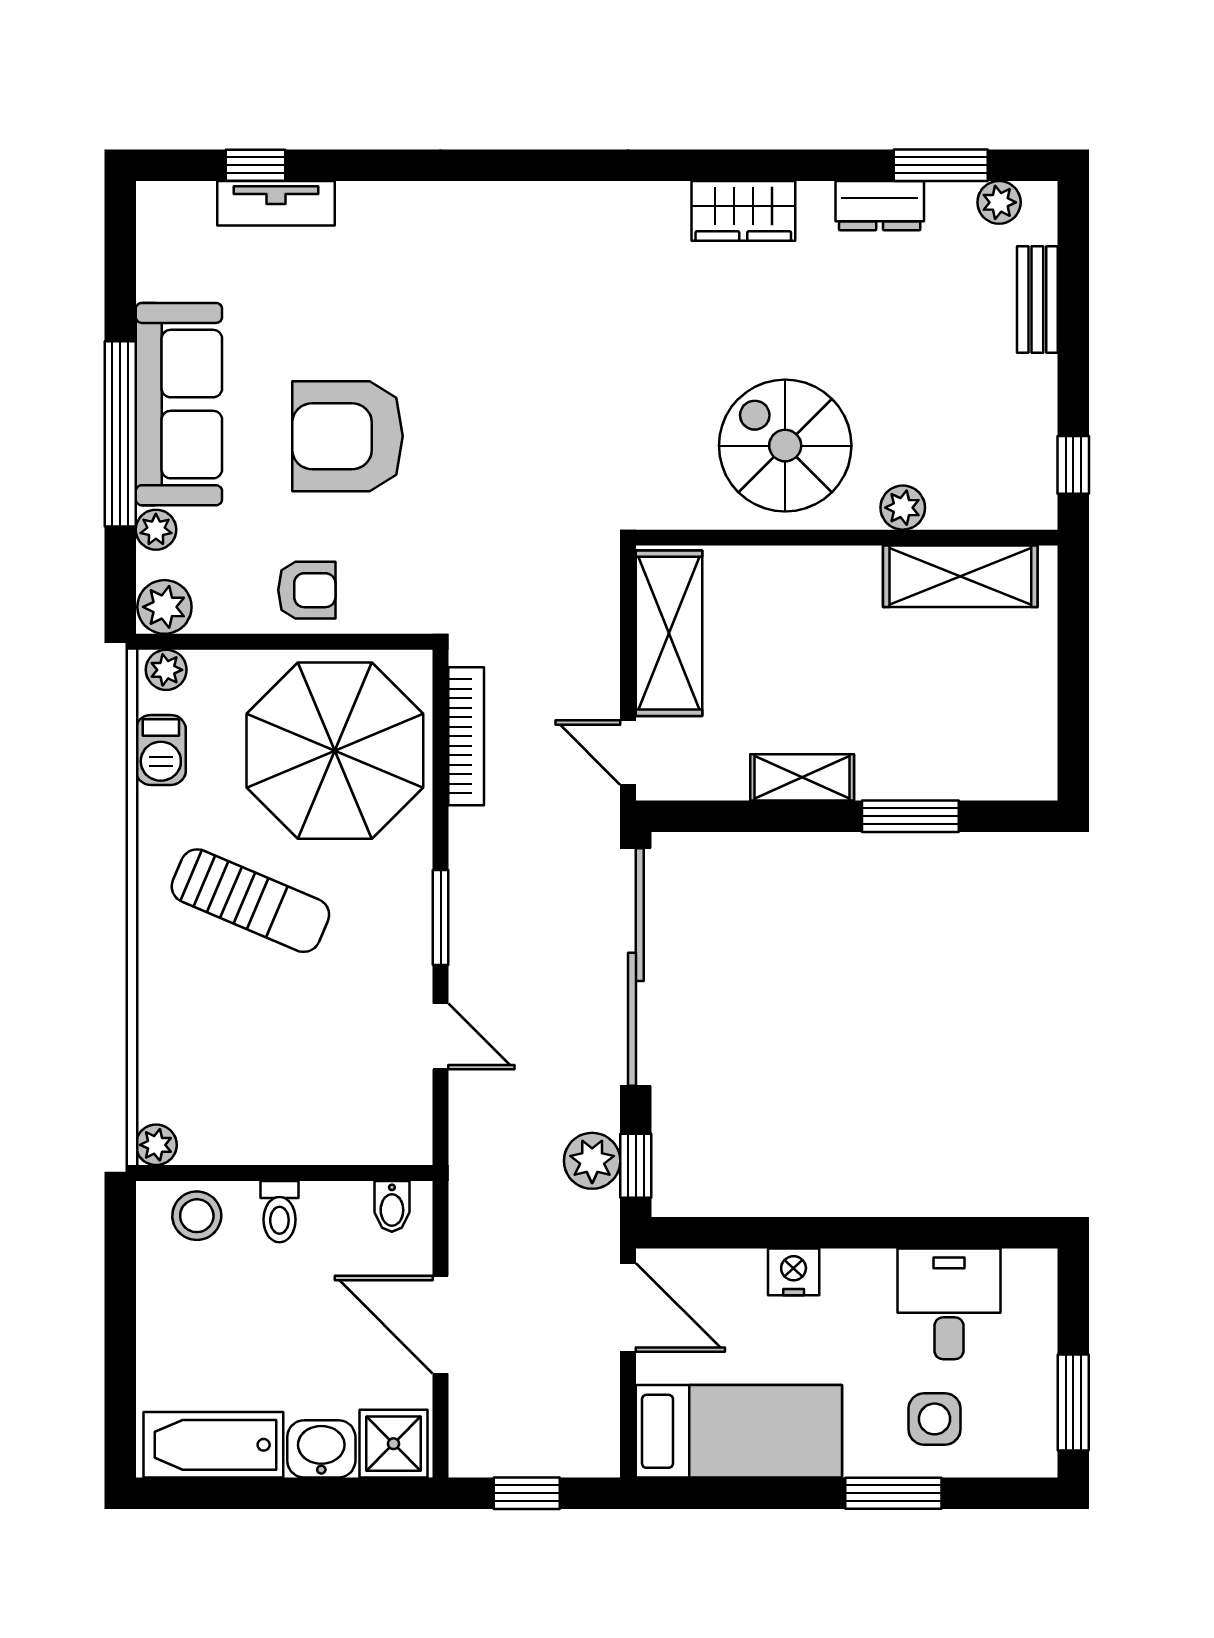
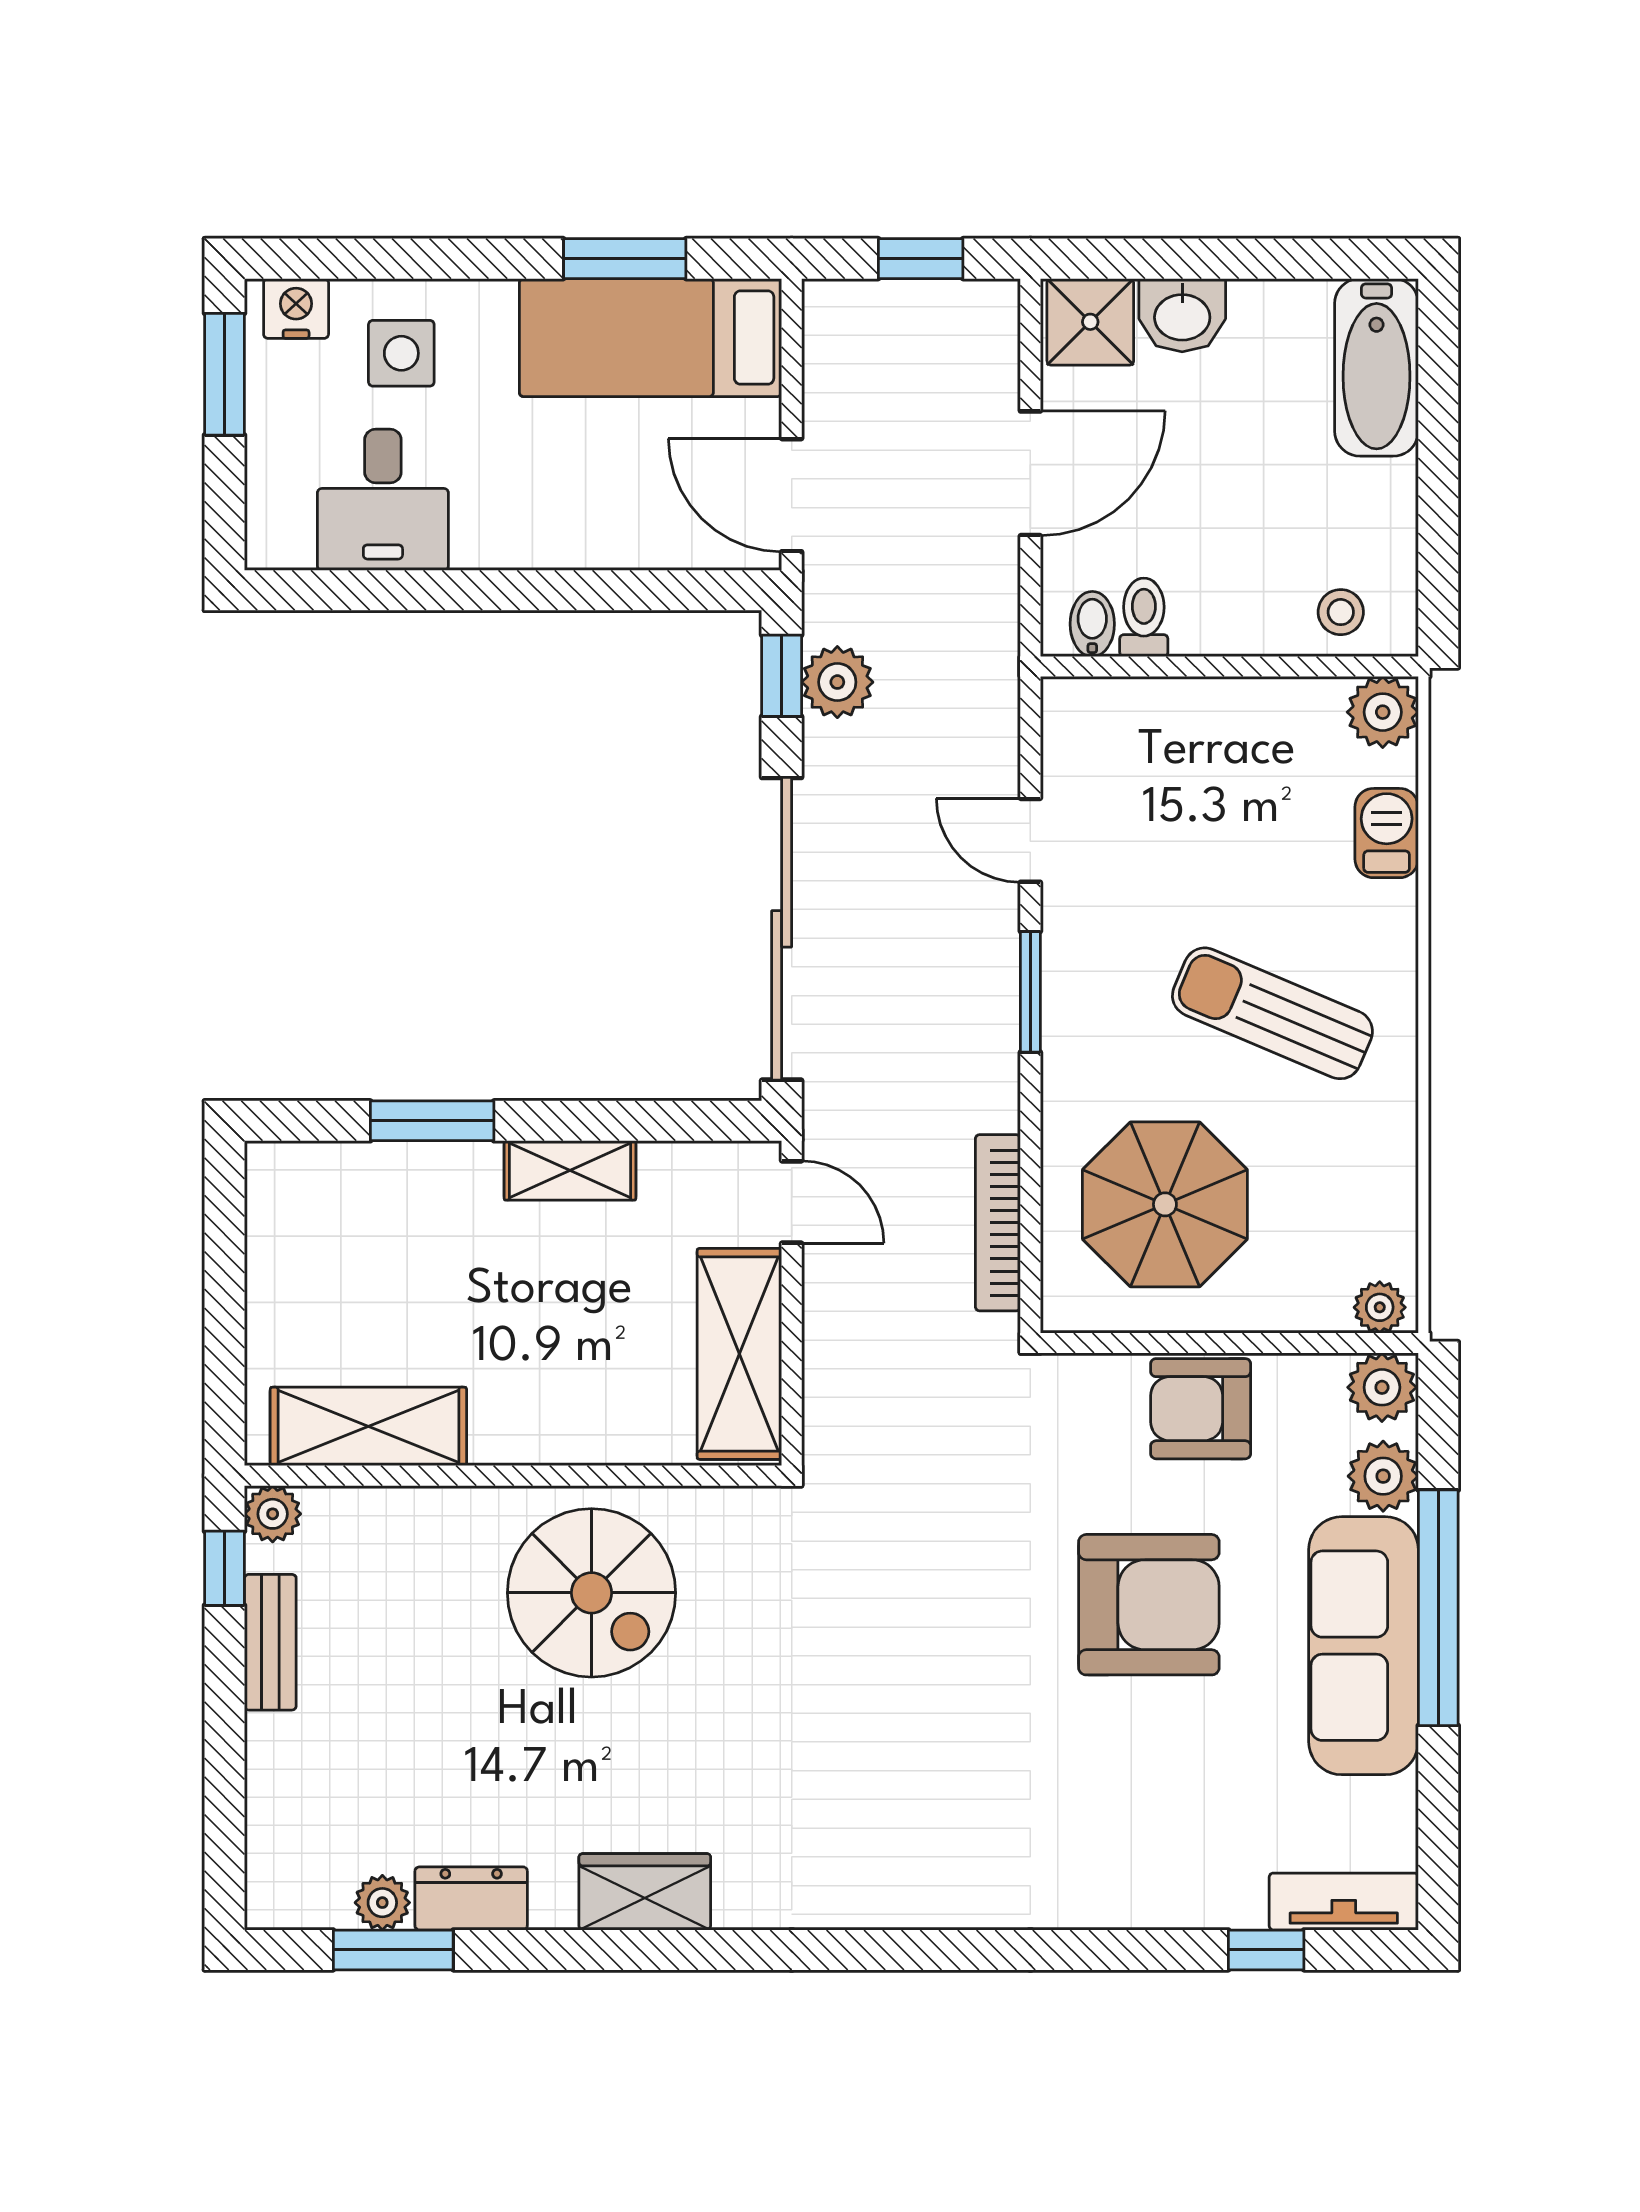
plant: (999, 202) -> (382, 1903), moved
tv unit: (276, 203) -> (1344, 1902), moved
bench: (1037, 300) -> (270, 1642), moved
plant: (903, 508) -> (273, 1514), moved
plant: (156, 530) -> (1383, 1476), width x1.38, depth x1.38
armchair: (307, 590) -> (1201, 1409), width x1.38, depth x1.38
barbecue: (161, 750) -> (1387, 833), moved
parasol: (335, 751) -> (1165, 1204), width x0.73, depth x0.73
plant: (156, 1145) -> (1383, 712), width x1.38, depth x1.38
toilet: (279, 1212) -> (1144, 617), moved
stool: (197, 1216) -> (1341, 612), width x0.73, depth x0.73
nightstand: (794, 1272) -> (296, 308), moved, turned 180
door: (441, 1325) -> (1030, 473), hinge flipped
bathtub: (213, 1445) -> (1377, 367), moved, turned 90
window: (893, 1493) -> (625, 259), moved

